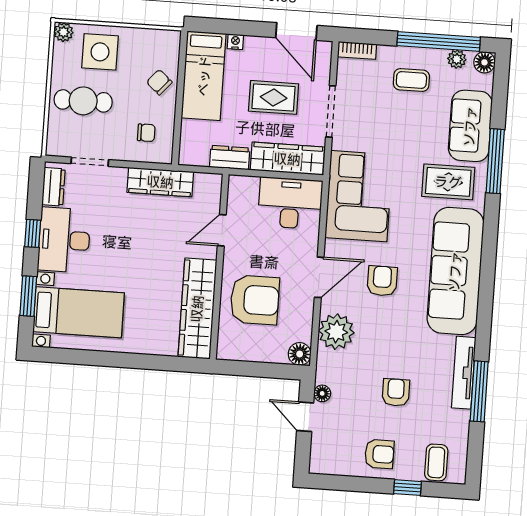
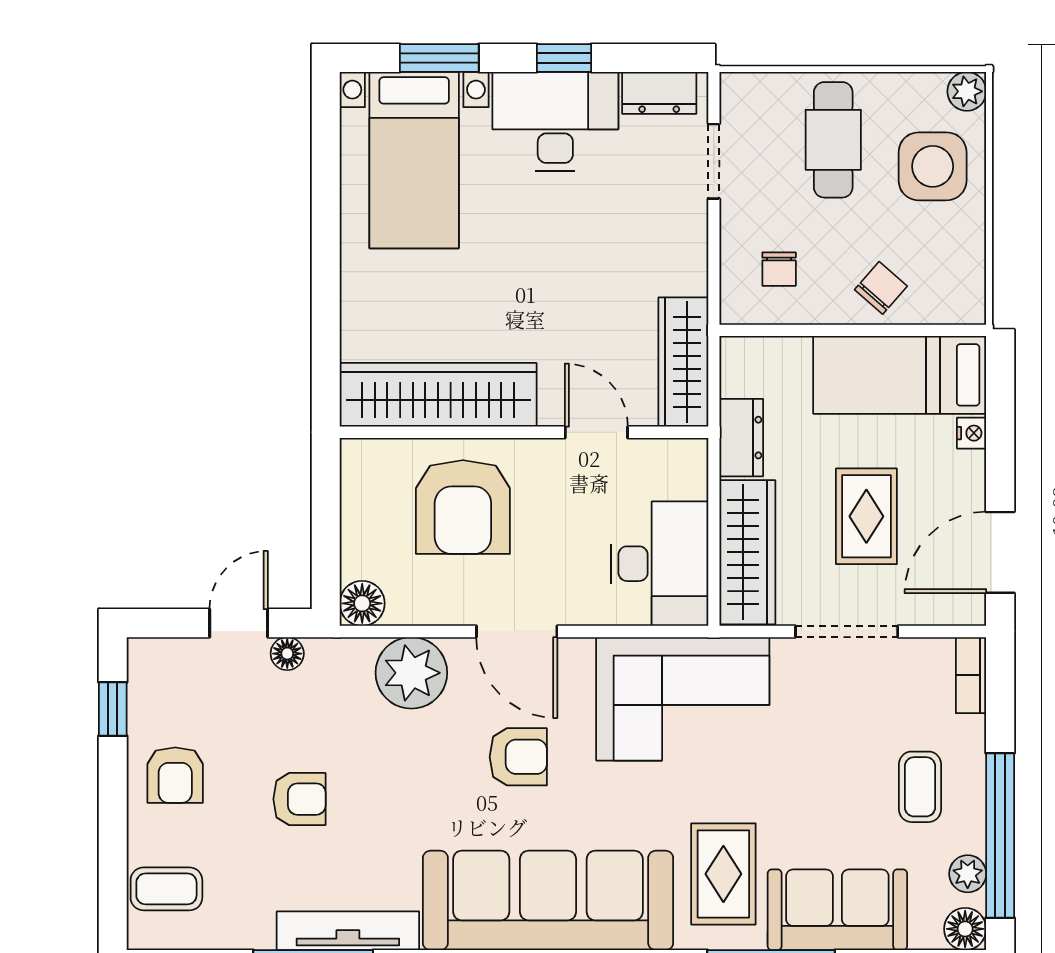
wardrobe: (160, 182) -> (683, 362), moved
window: (407, 488) -> (113, 709), moved

